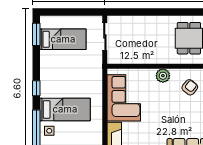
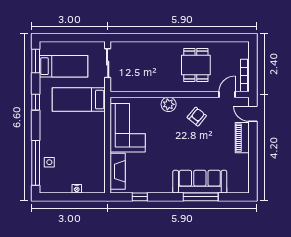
window: (36, 88) -> (36, 102), moved
bed: (65, 109) -> (79, 100), moved, turned 180

